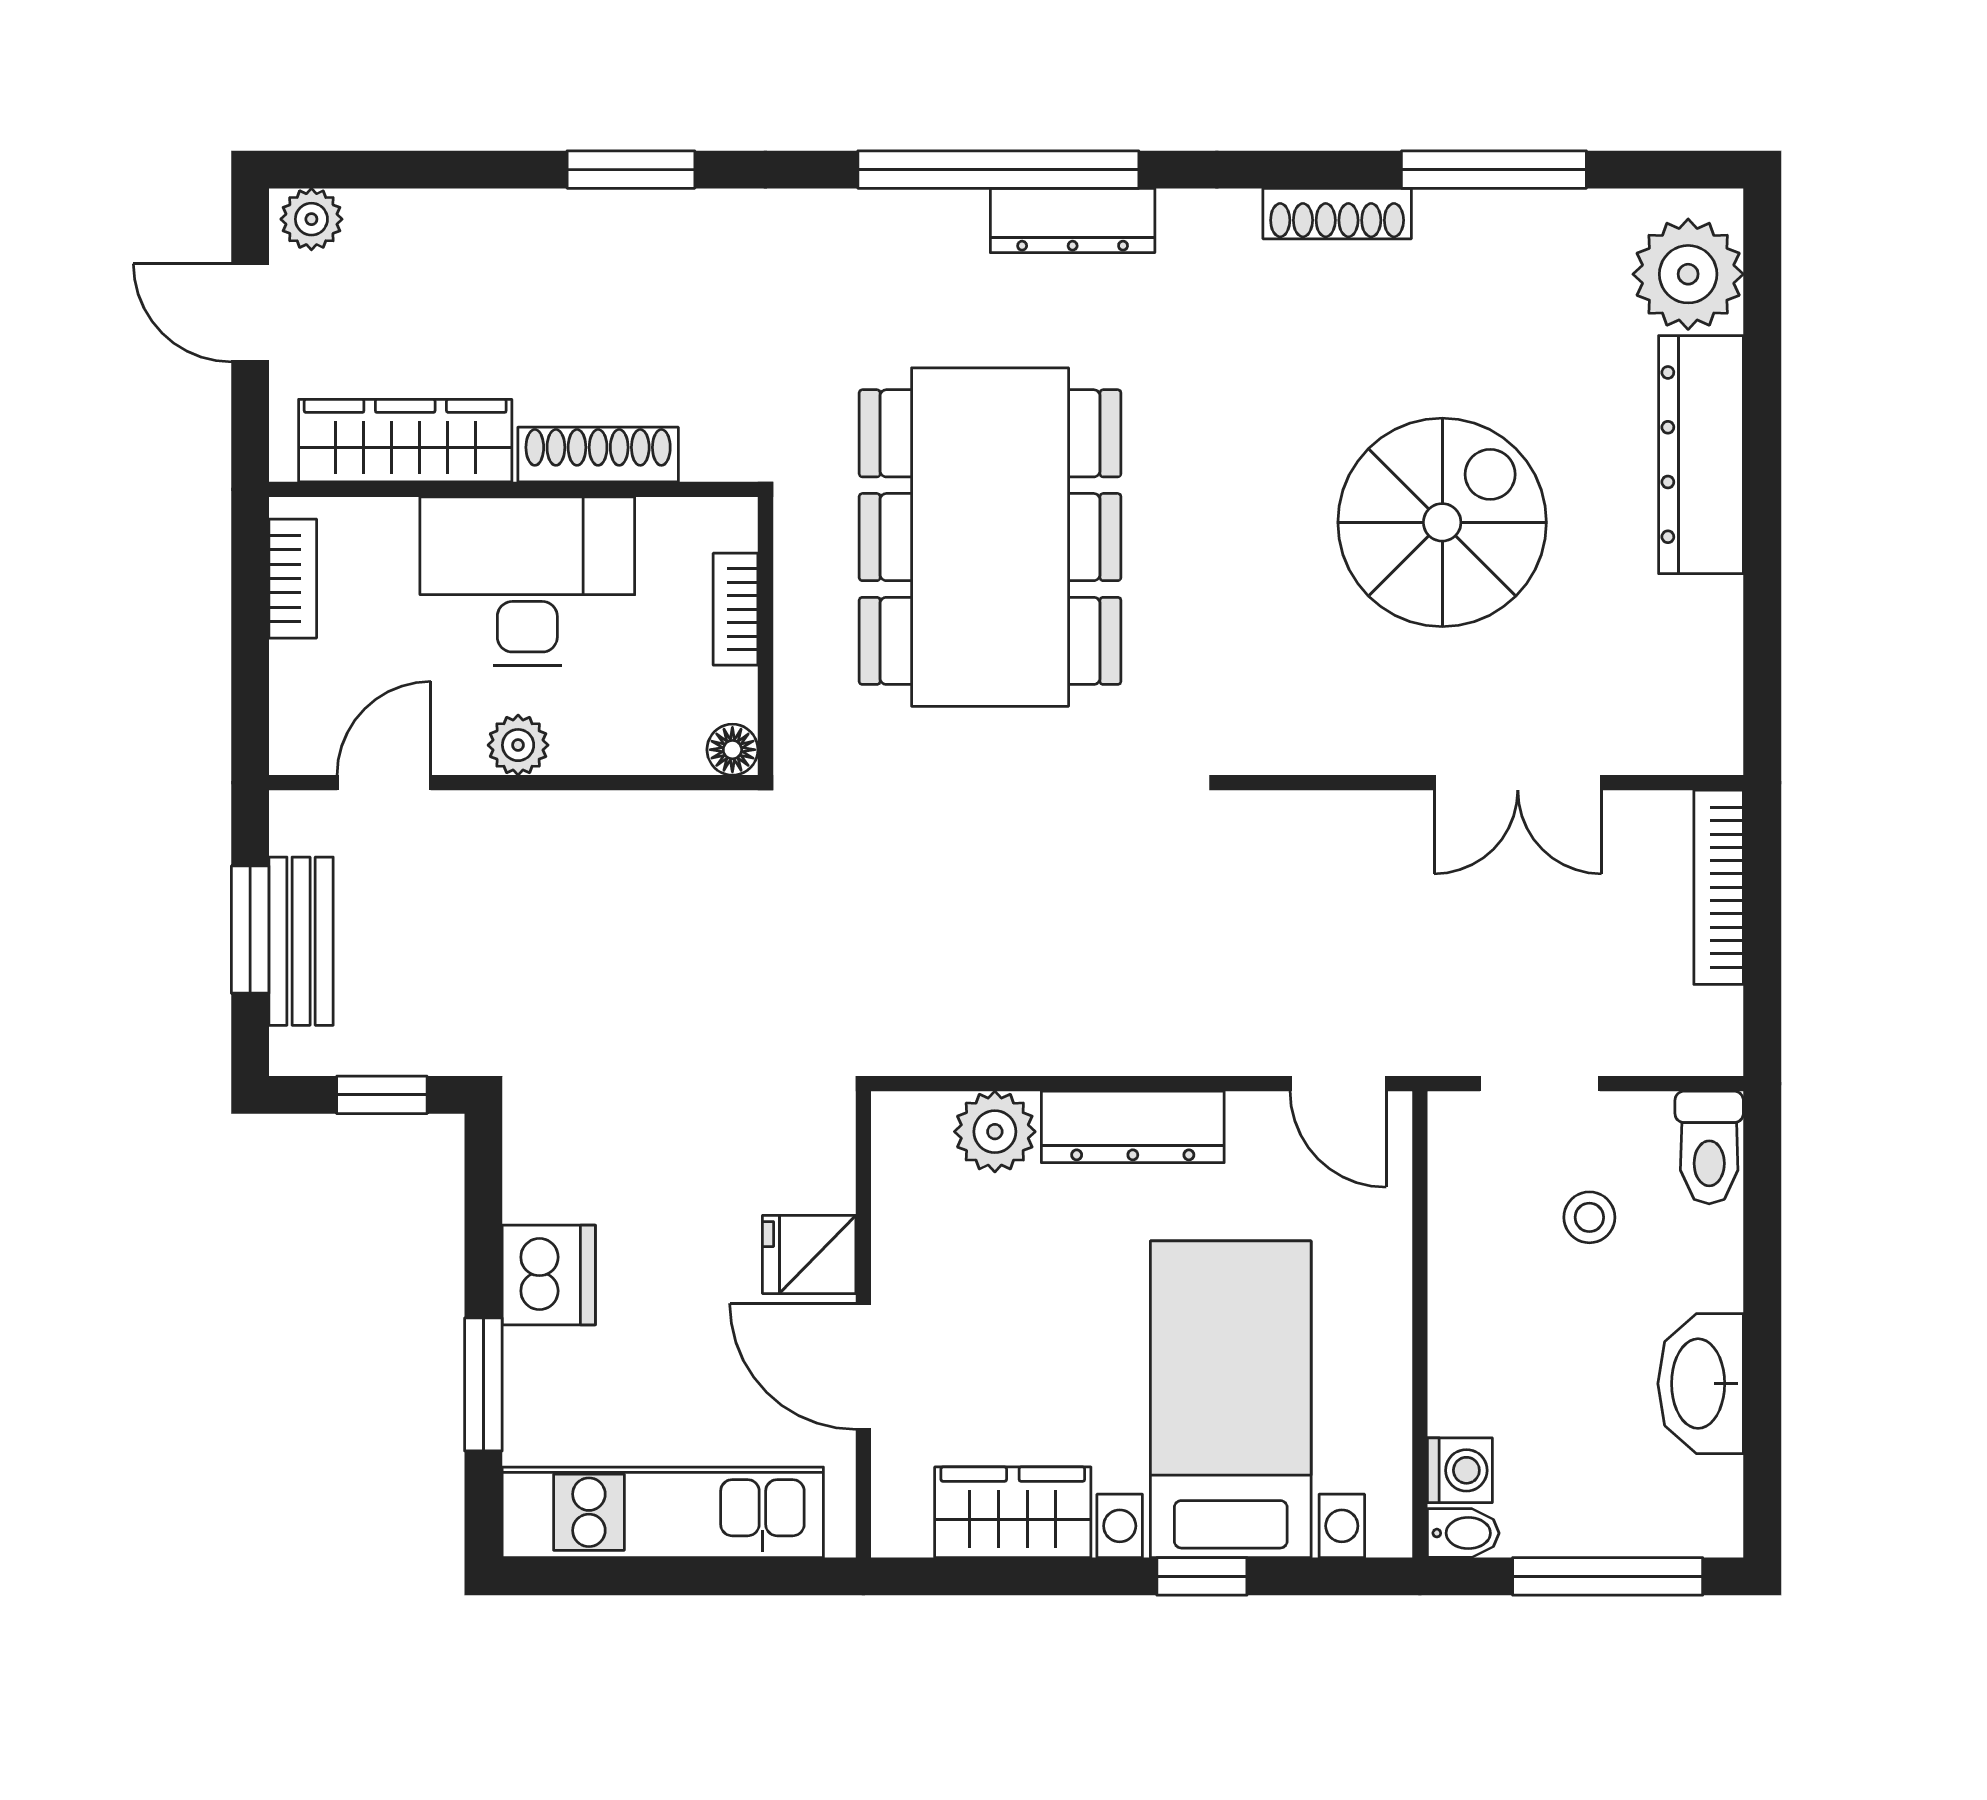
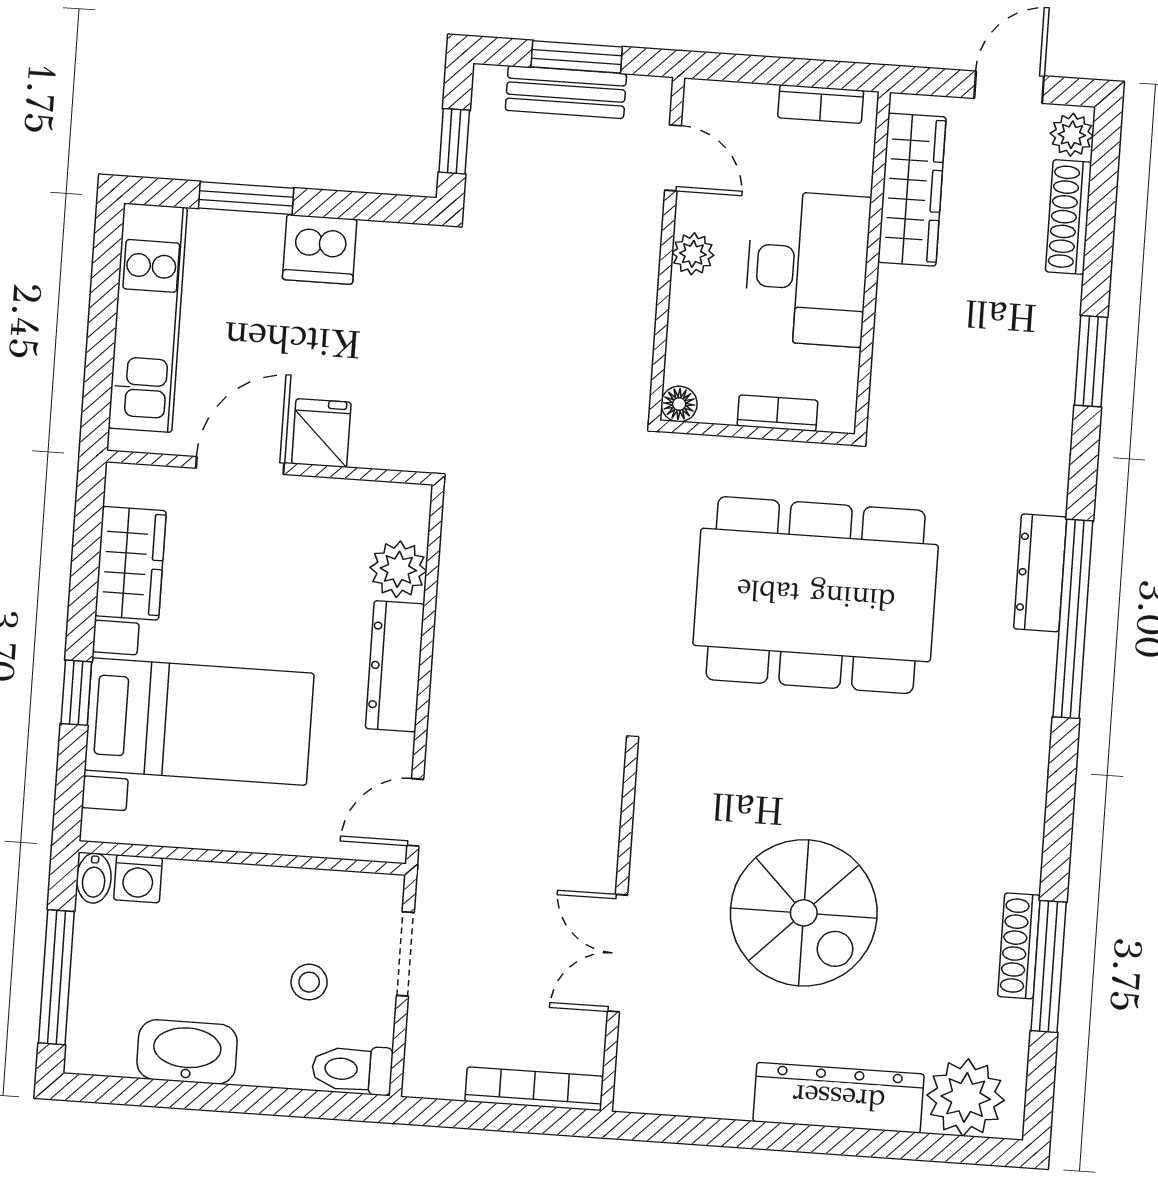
shoe rack: (1337, 214) -> (1019, 946), moved
dresser: (1073, 221) -> (1040, 573), moved
shoe rack: (598, 454) -> (1069, 217), moved, turned 180

